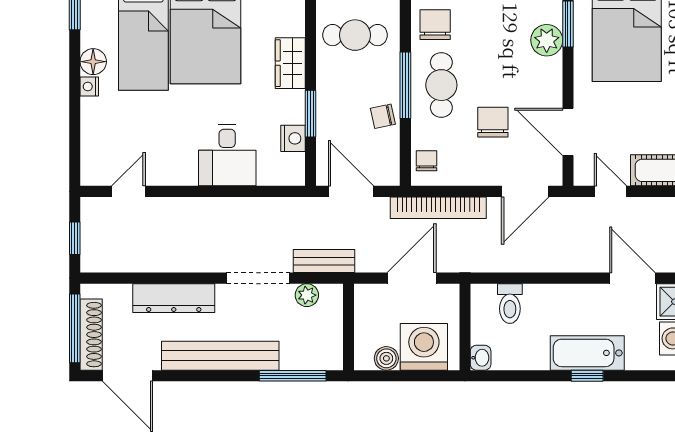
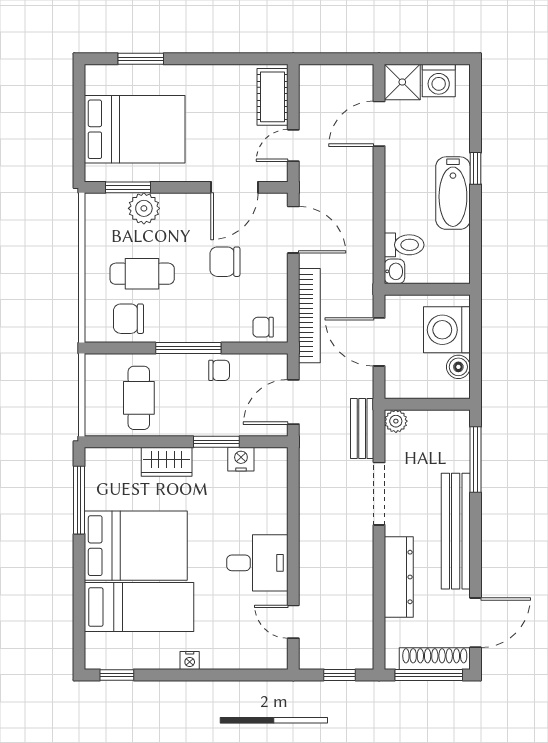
floor lamp: (93, 62) -> (165, 657), removed
cafe table: (441, 85) -> (142, 274), moved
chair: (383, 116) -> (219, 370), turned -78
desk: (227, 155) -> (257, 563), moved
plant: (307, 295) -> (396, 421), moved
bathtub: (587, 353) -> (453, 193), moved
washbasin: (481, 358) -> (394, 271), moved, turned 90

